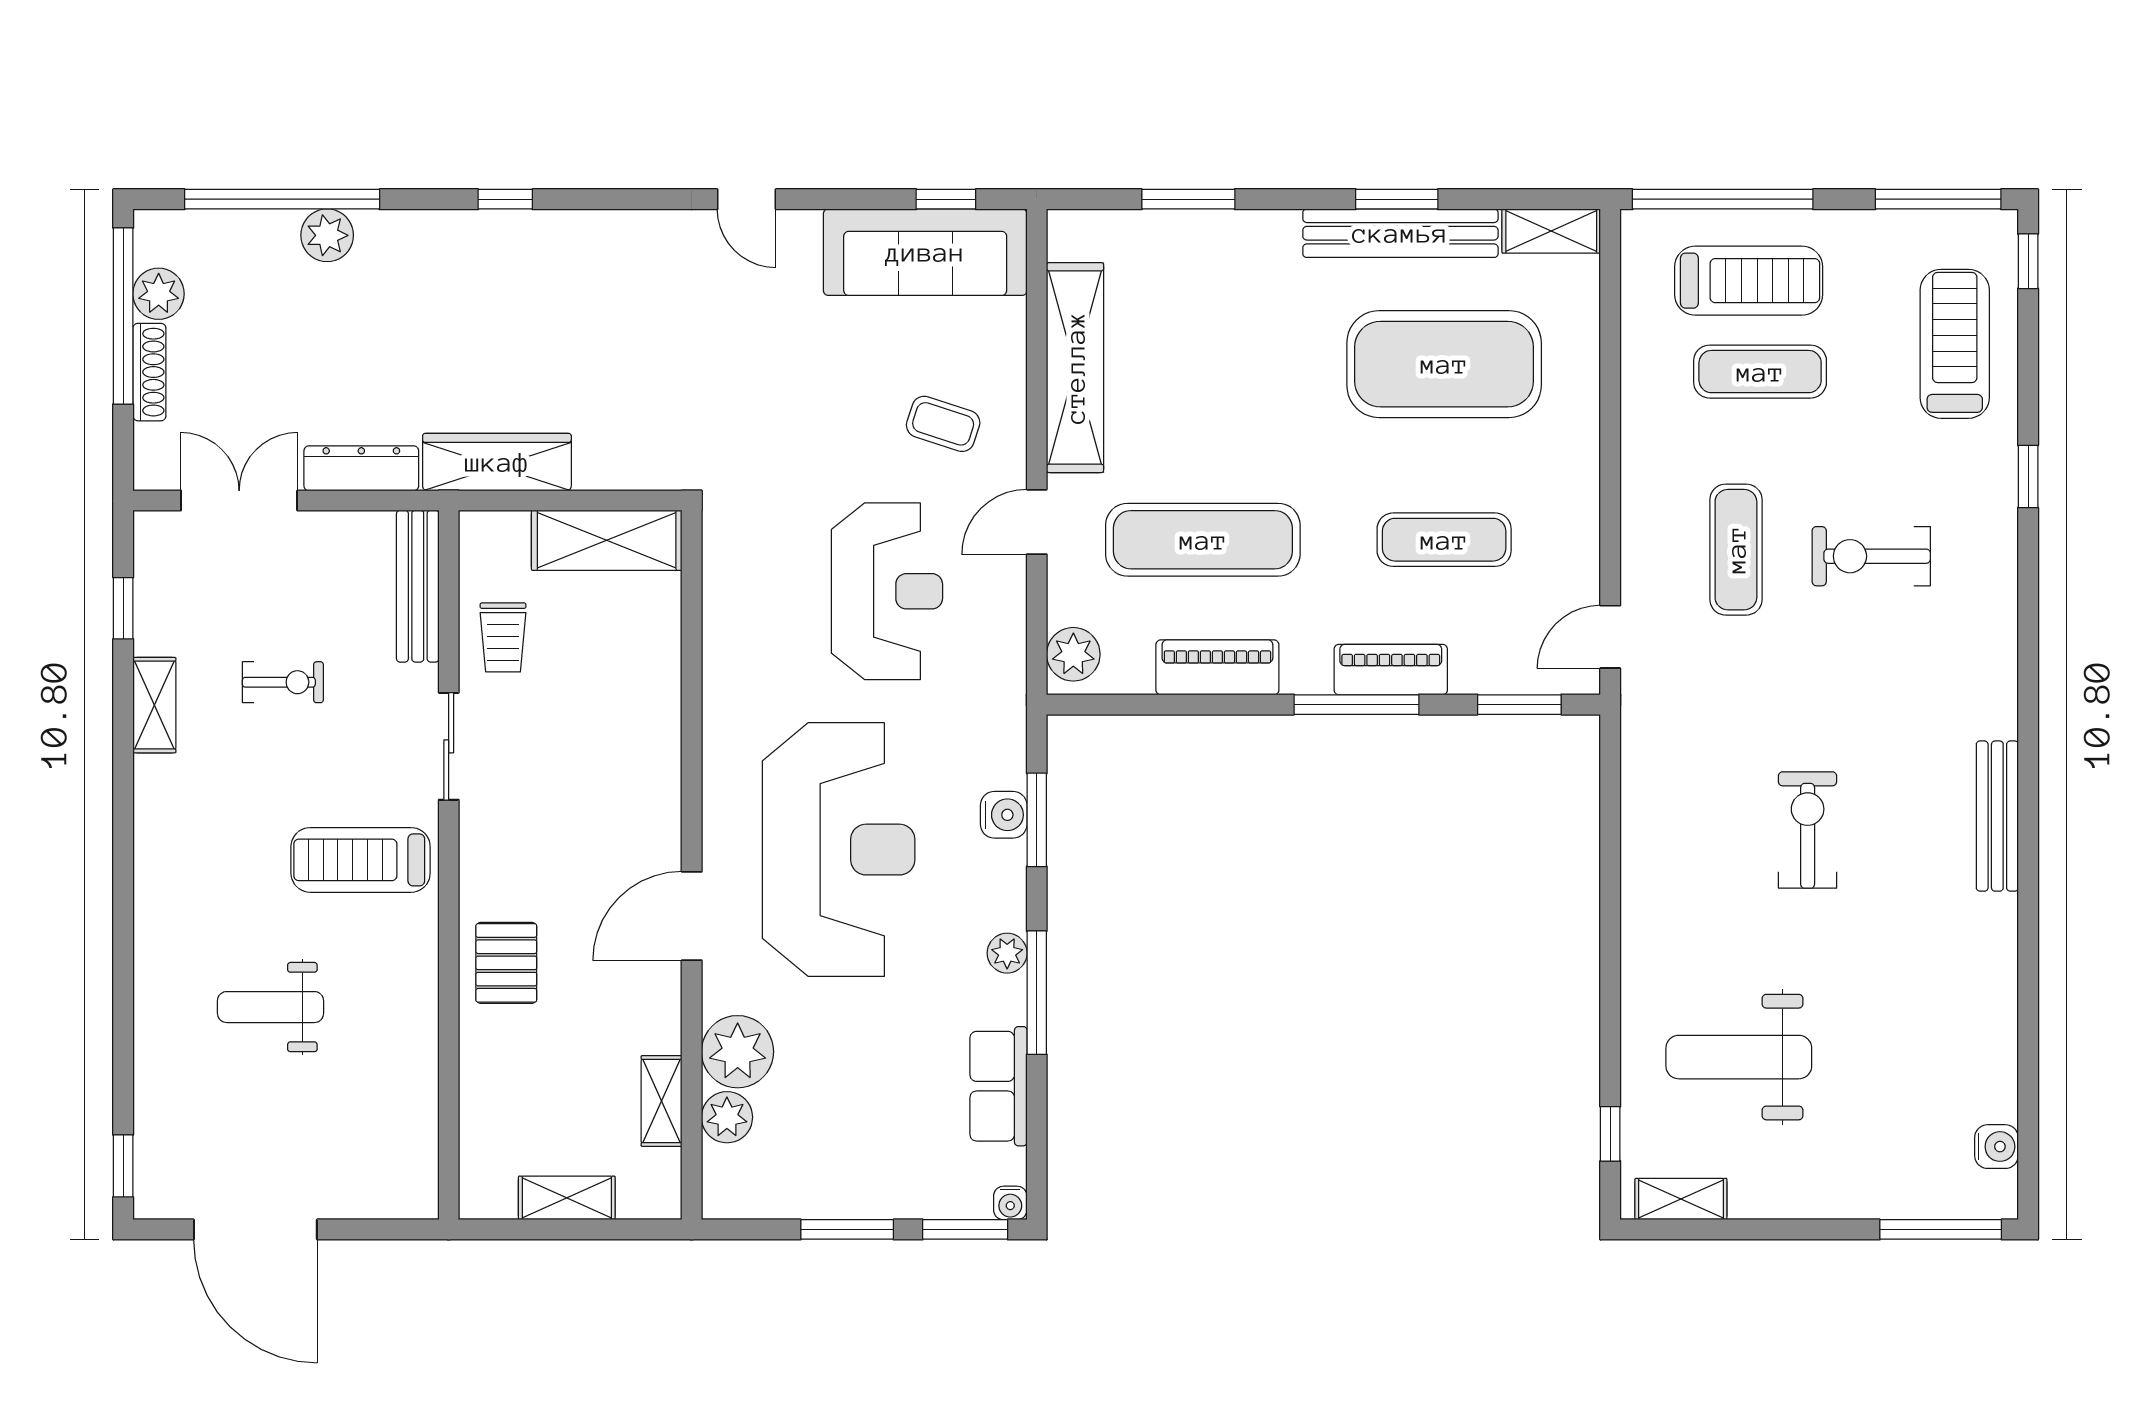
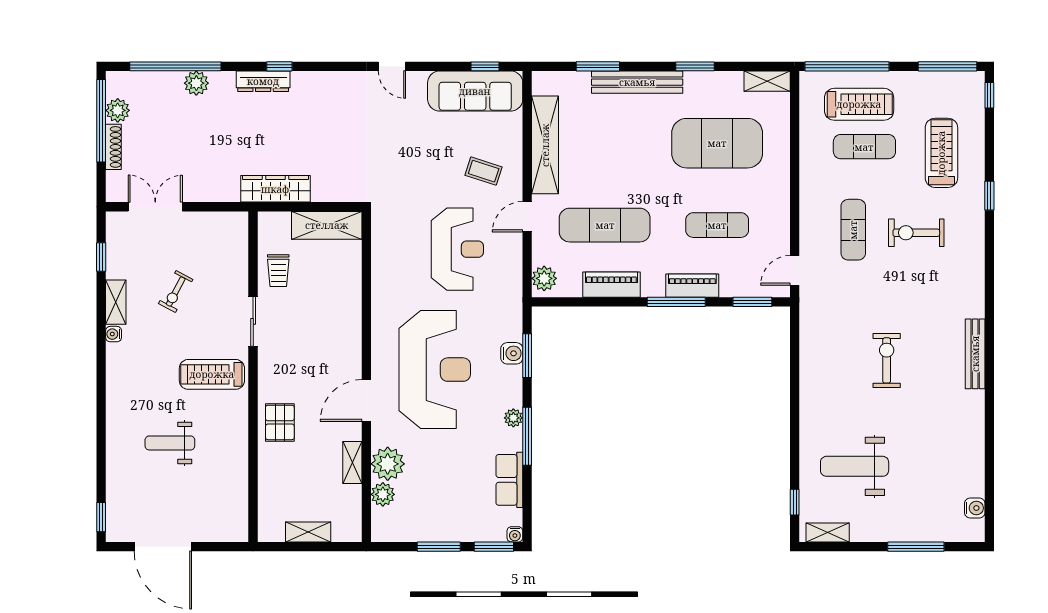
bench: (1400, 233) -> (637, 82), moved
treadmill: (1955, 344) -> (941, 153), moved
dresser: (361, 468) -> (263, 81), moved, turned 180
bench: (418, 586) -> (239, 247), removed
exercise bike: (283, 682) -> (176, 292), turned 118
water cooler: (150, 773) -> (114, 334), added
shelving: (662, 1101) -> (352, 462), moved
window: (1941, 1229) -> (916, 547), moved

